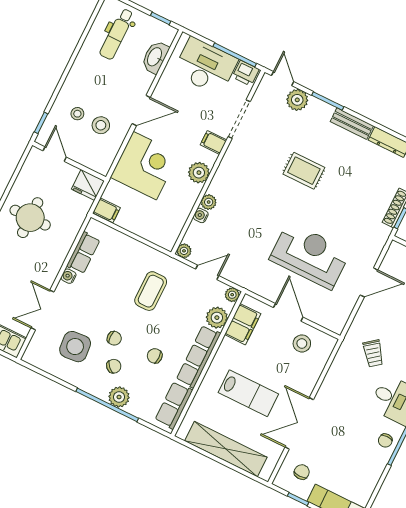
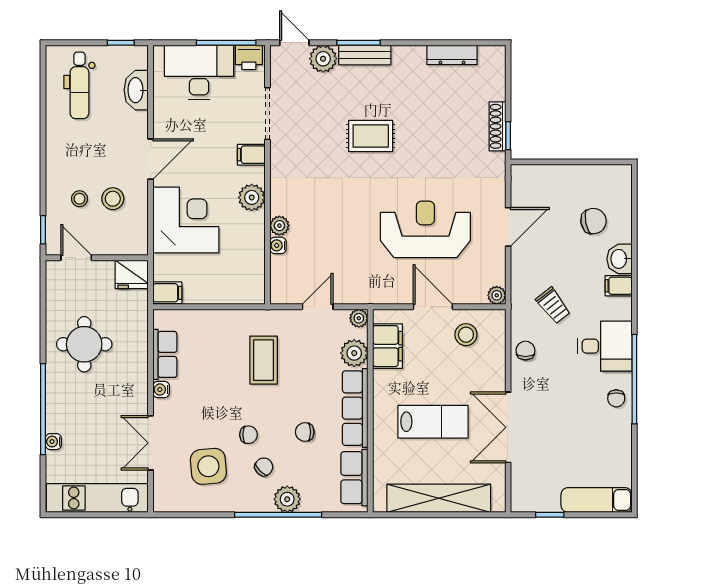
bench: (352, 124) -> (365, 55), moved
plant: (184, 251) -> (497, 295), moved
chair: (302, 472) -> (525, 351), moved

